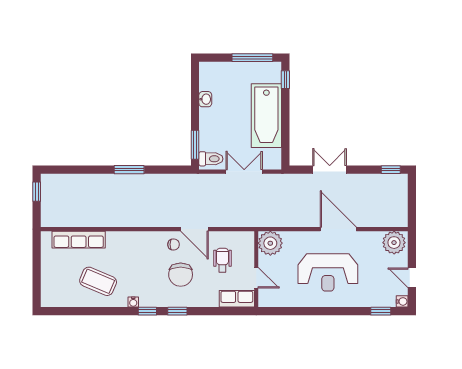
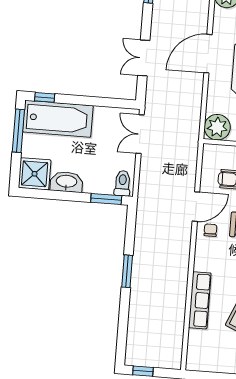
shower: (213, 76) -> (35, 174), added
washbasin: (205, 99) -> (66, 182), width x1.91, depth x1.45
bathtub: (266, 116) -> (58, 119), moved
double door: (244, 172) -> (140, 134), moved
row of seats: (79, 240) -> (200, 300), moved

